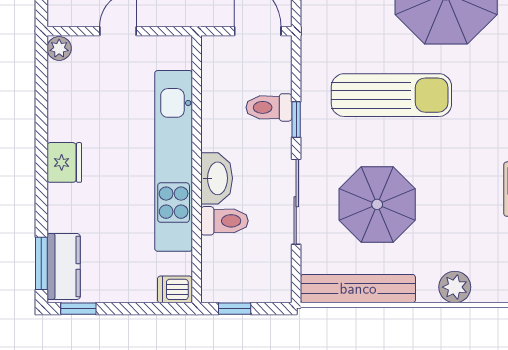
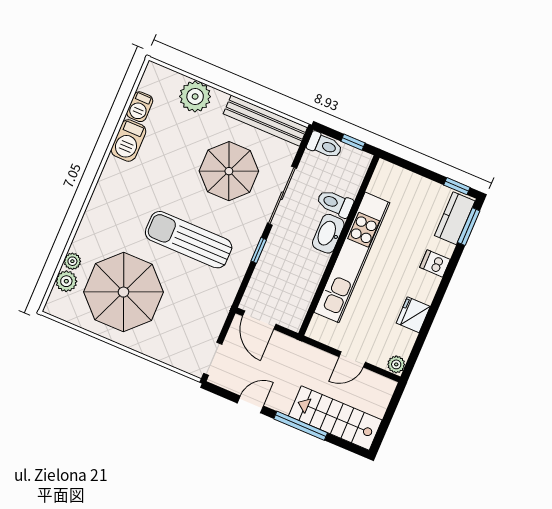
toilet: (269, 107) -> (325, 145), moved
fridge: (64, 162) -> (413, 315), moved
plant: (455, 287) -> (195, 97), width x1.36, depth x1.36
dishwasher: (175, 289) -> (435, 263), moved, turned 180

